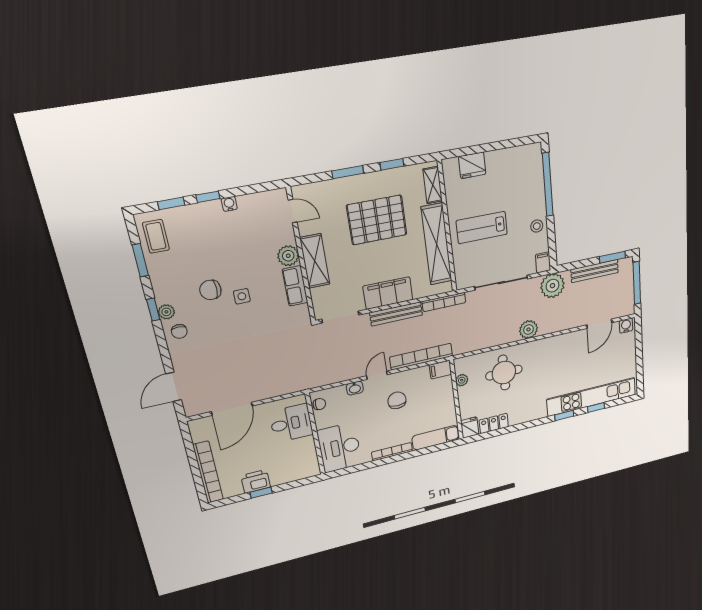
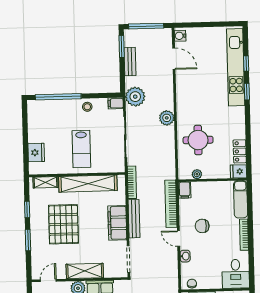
bench: (595, 271) -> (130, 62), width x0.73
desk: (339, 448) -> (236, 274), width x0.73

